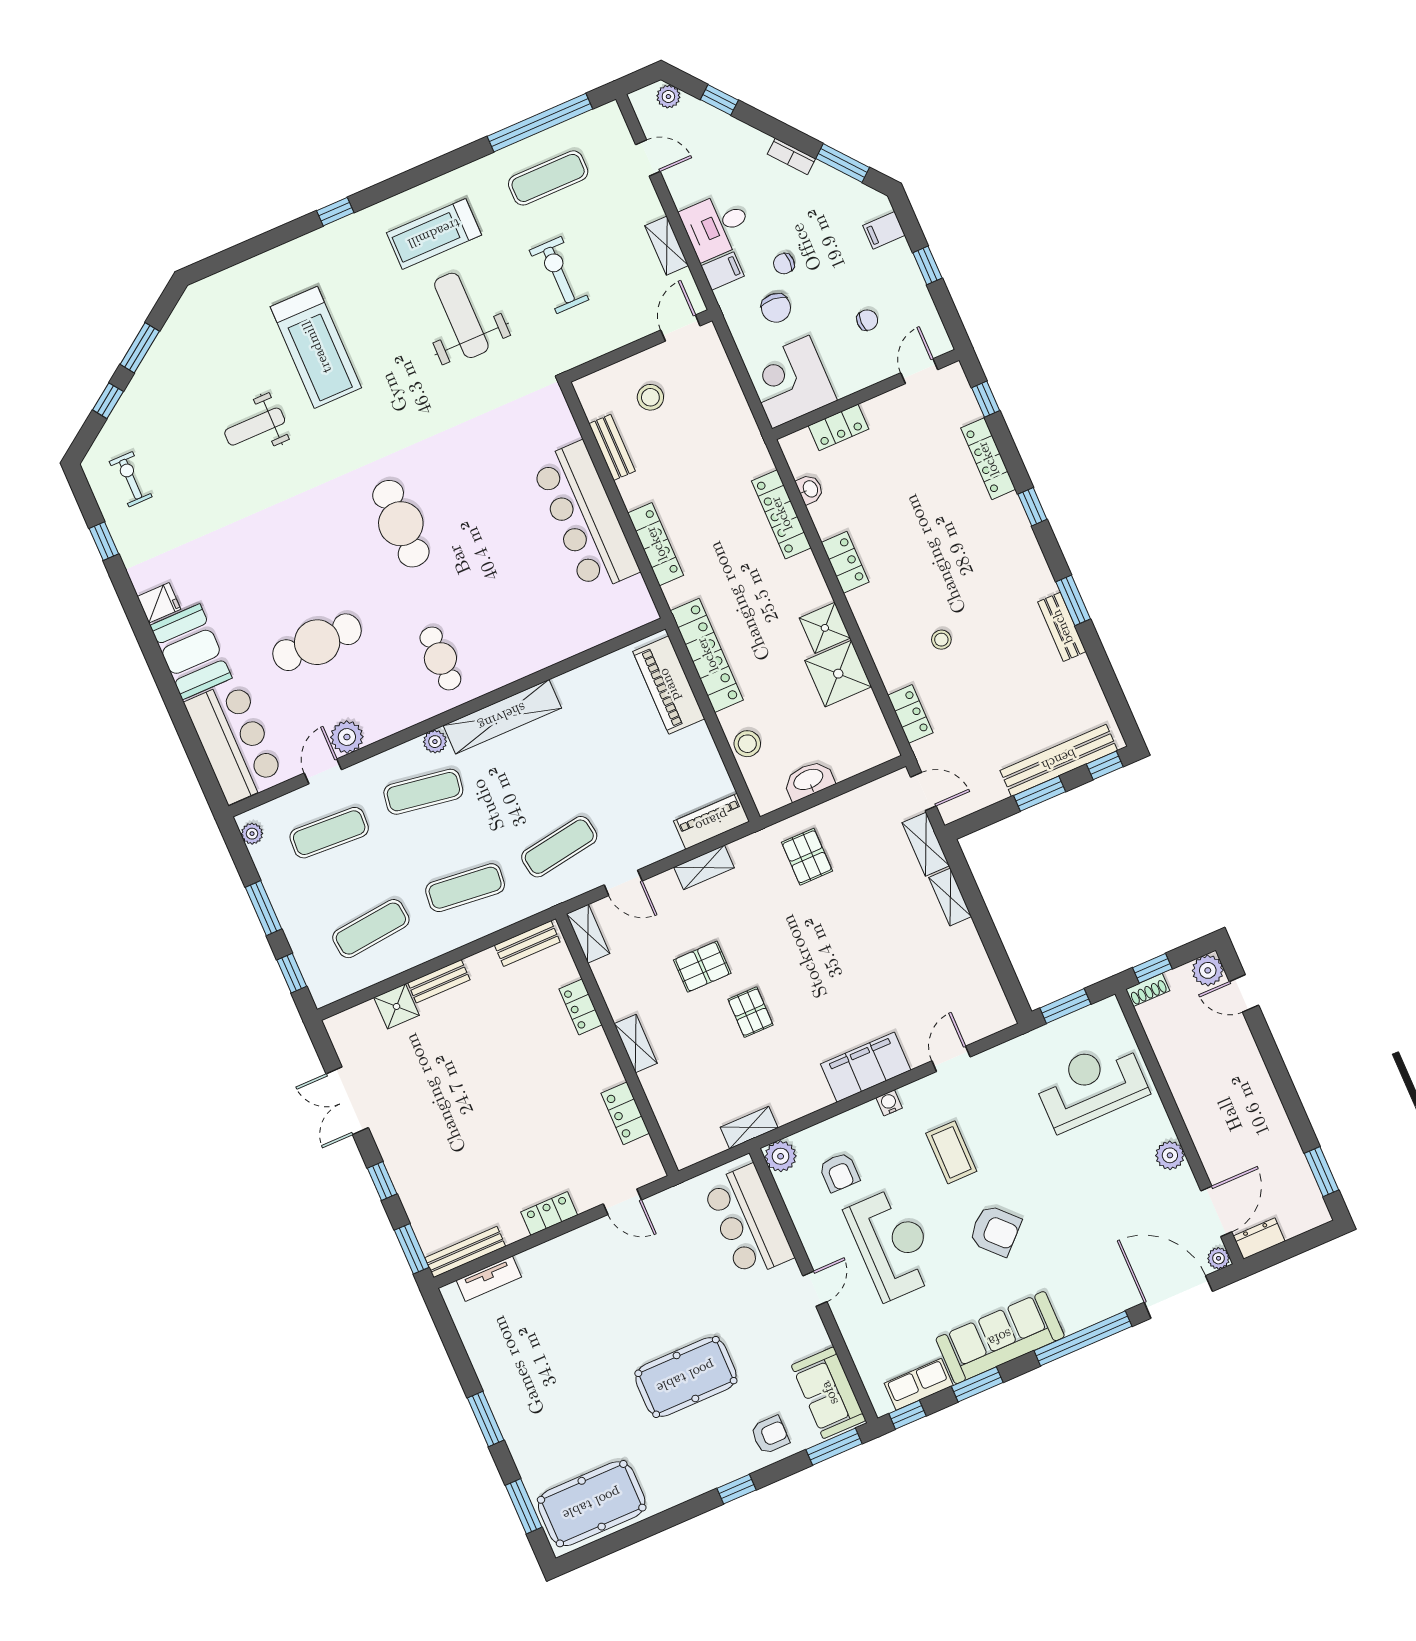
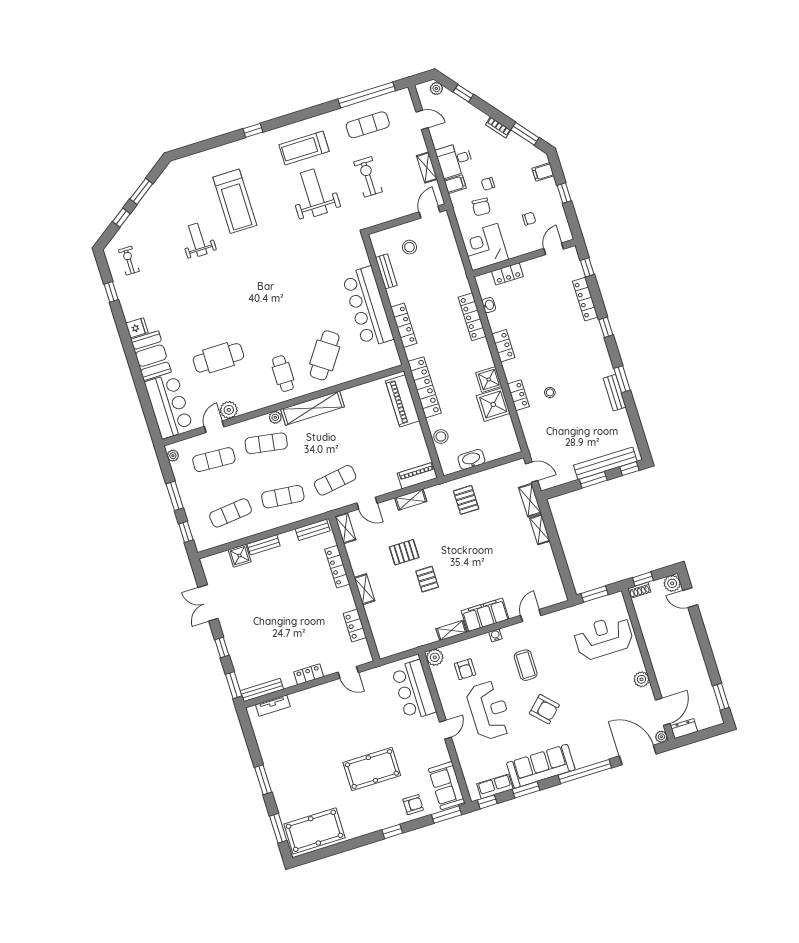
weight bench: (255, 427) -> (198, 240), turned 90
cafe table: (401, 524) -> (325, 355), moved, turned 35
locker: (910, 714) -> (518, 395), moved
locker: (581, 1007) -> (337, 567), width x1.53
shelving: (749, 1127) -> (451, 630), moved

